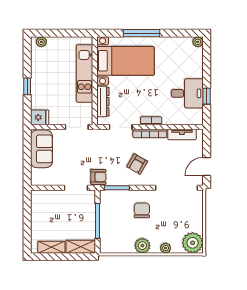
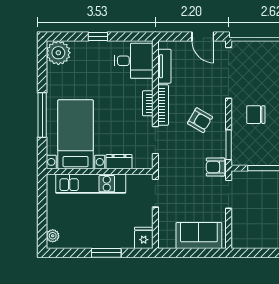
plant: (198, 42) -> (58, 53), width x1.88, depth x1.88
window: (27, 86) -> (106, 253), width x1.50
desk: (187, 93) -> (134, 61), moved, turned 90
window: (207, 96) -> (98, 37), moved
dresser: (103, 102) -> (119, 162), width x0.70
sofa: (42, 149) -> (199, 236), moved
armchair: (98, 177) -> (216, 167), turned -90

